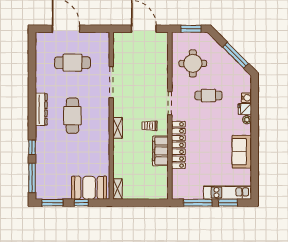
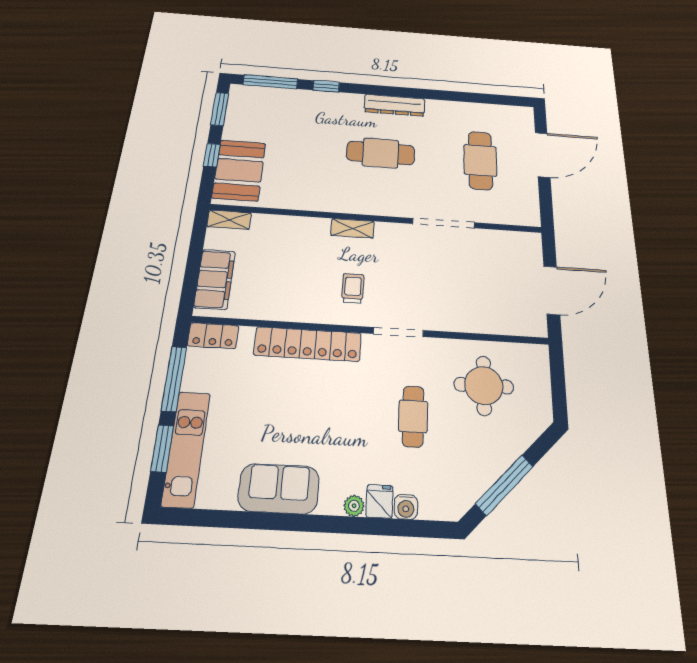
window: (191, 29) -> (558, 386), removed
filing cabinet: (160, 151) -> (215, 279), moved, turned 90
locker: (177, 188) -> (213, 336), added

